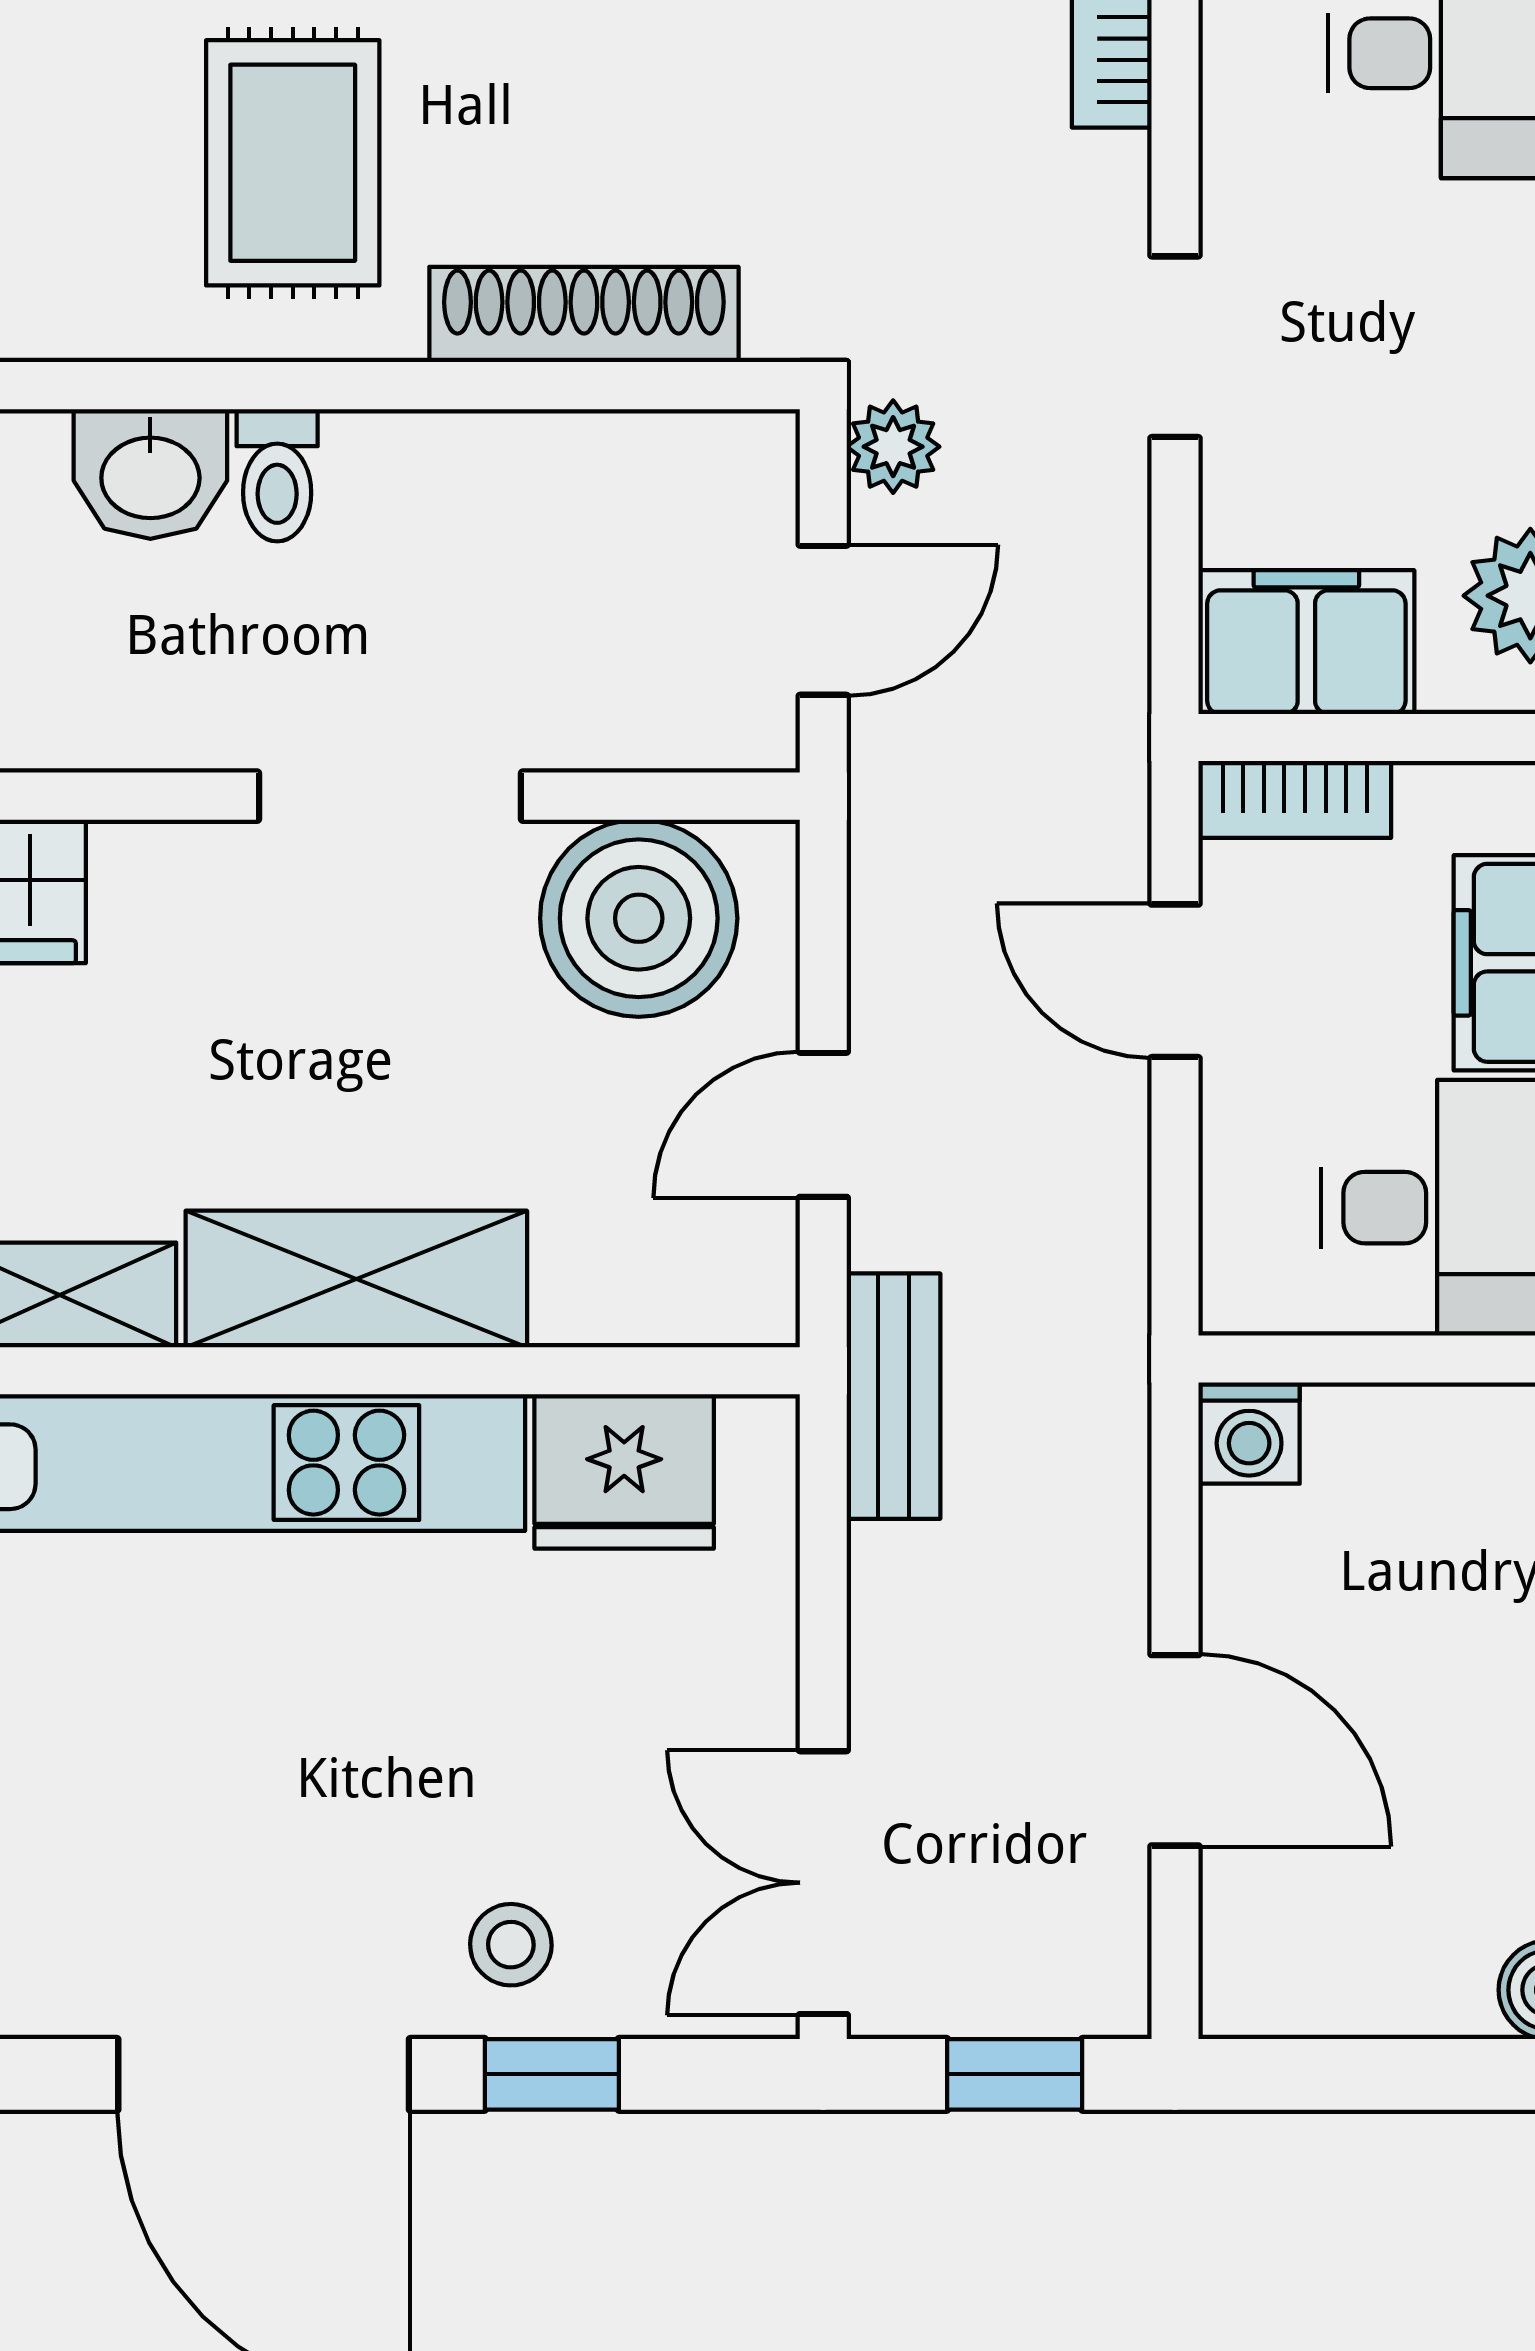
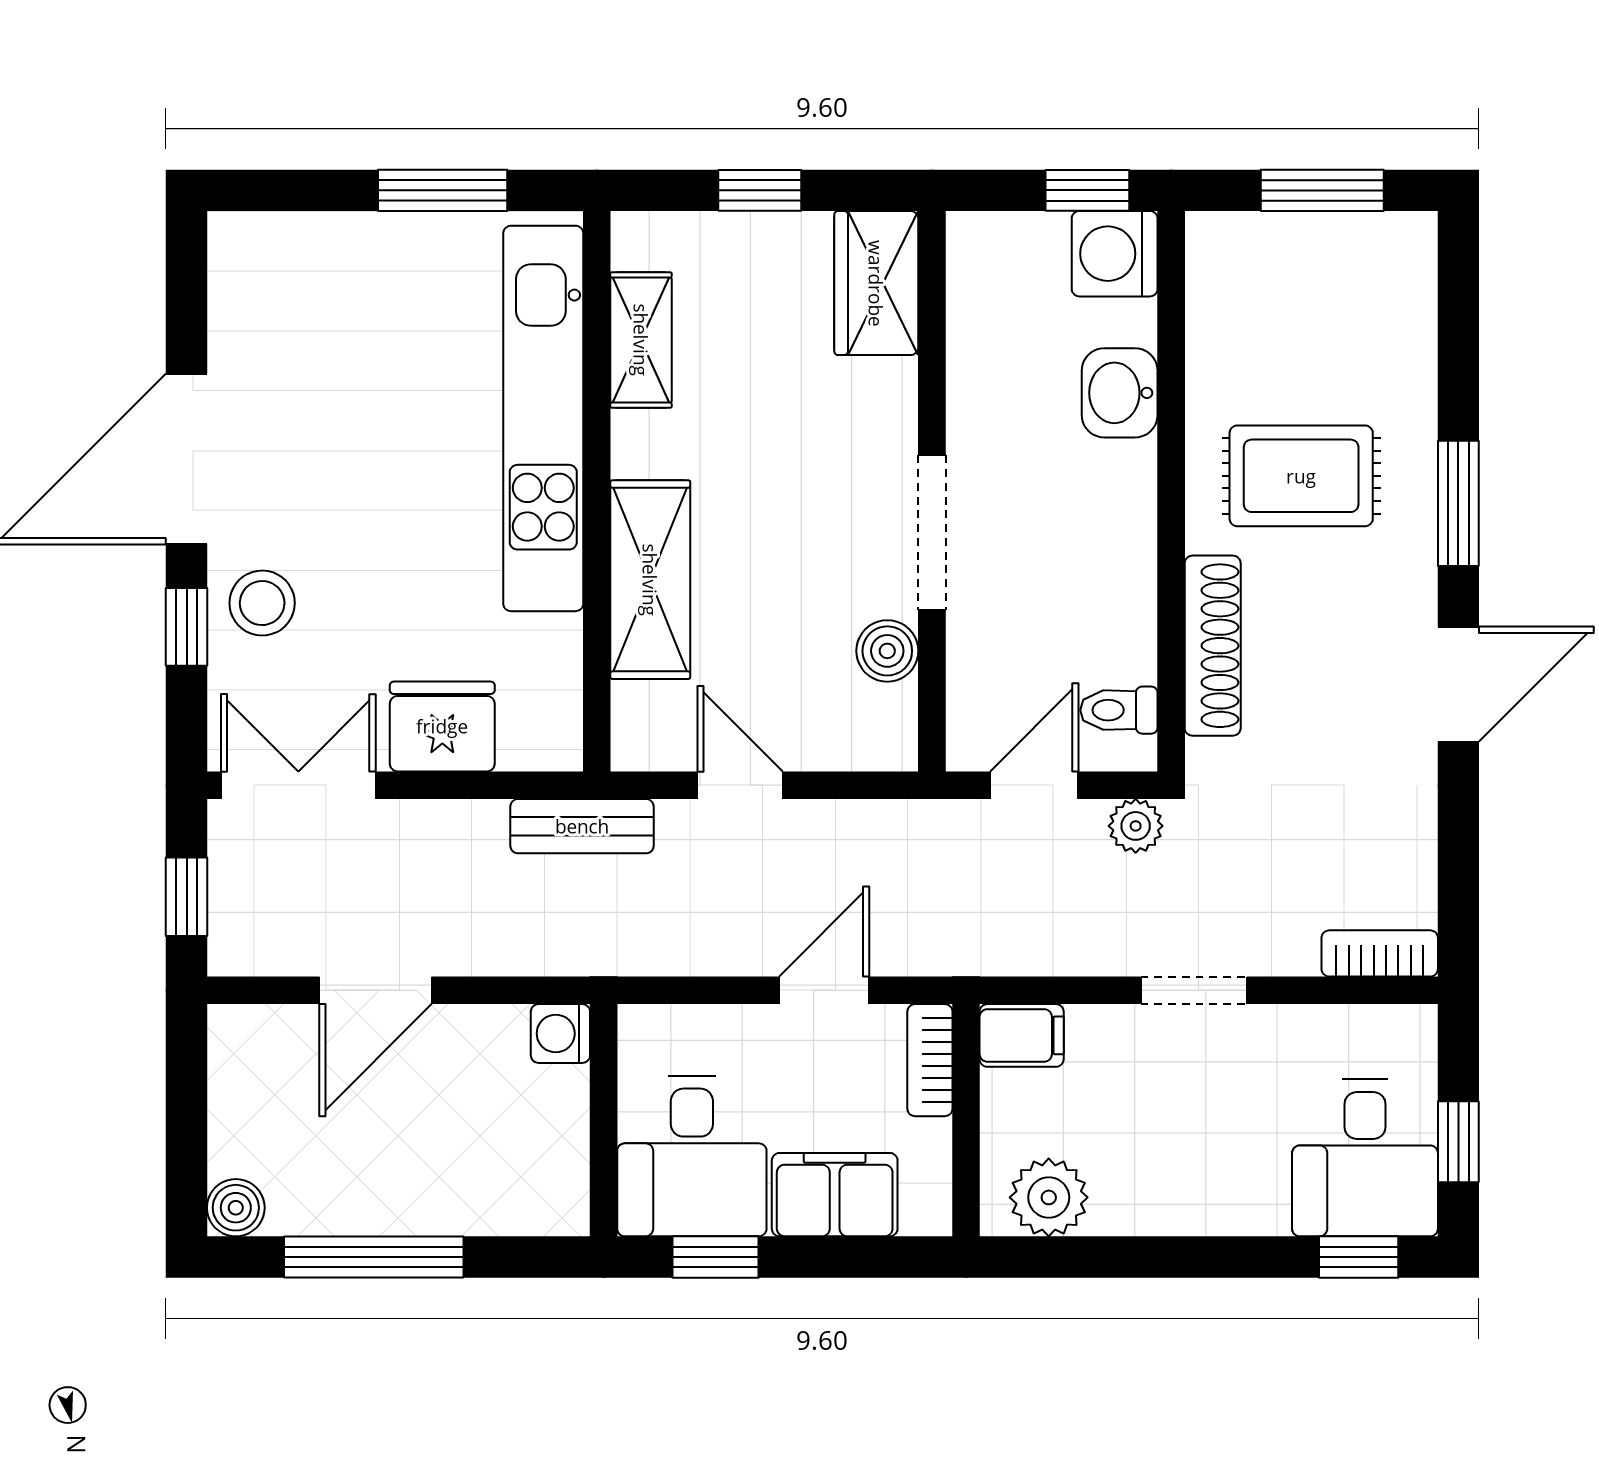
toilet: (277, 475) -> (1119, 710), moved
door: (823, 620) -> (1034, 785), swing flipped
filing cabinet: (1306, 642) -> (1022, 1035), width x0.50
boiler: (639, 918) -> (887, 651), width x0.54, depth x0.54
shelving: (356, 1279) -> (650, 580), moved
fridge: (624, 1471) -> (442, 726), moved, turned 90
stool: (511, 1945) -> (262, 603), width x1.37, depth x1.37

